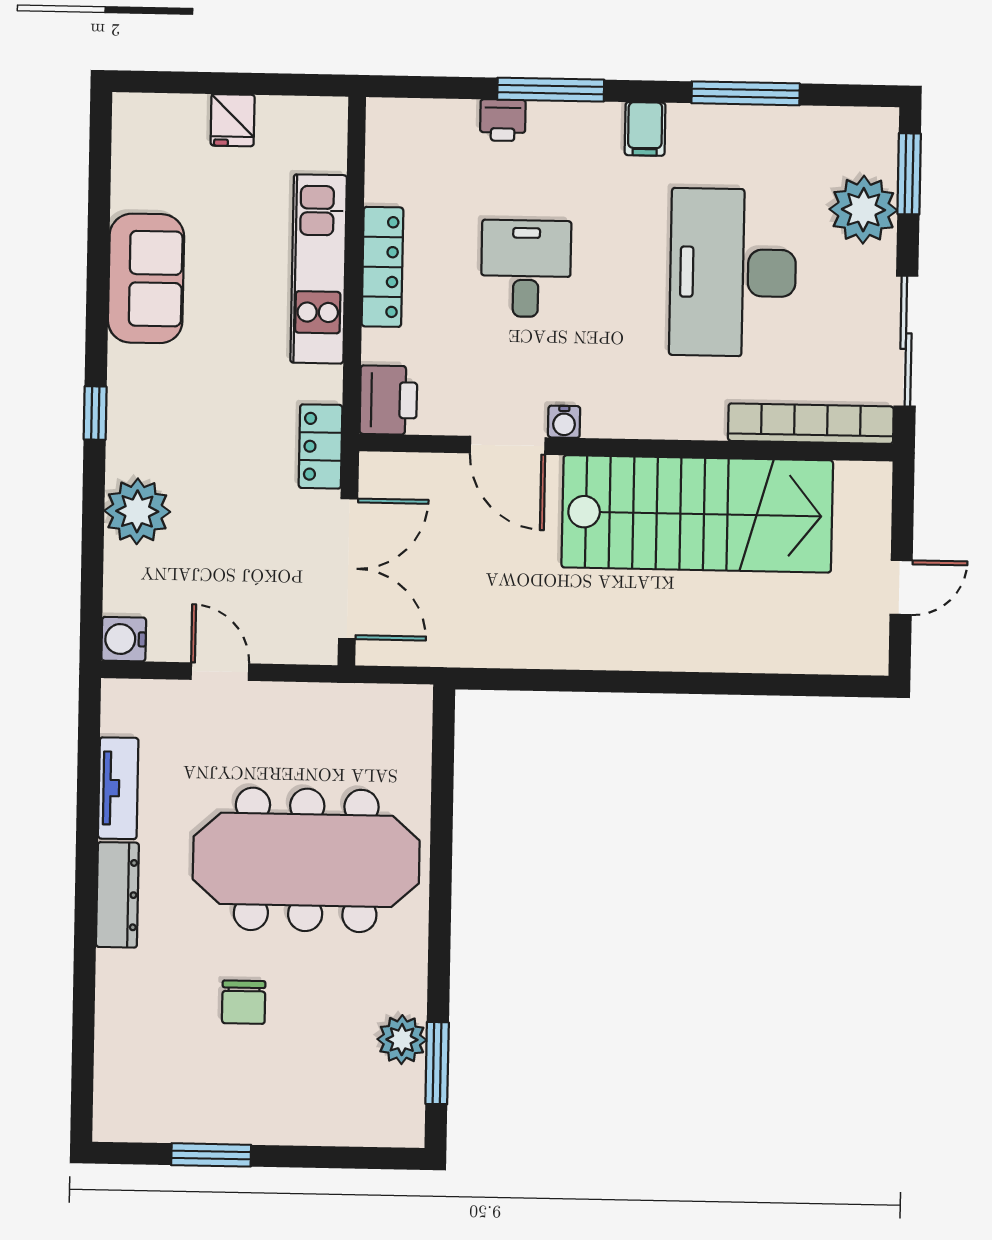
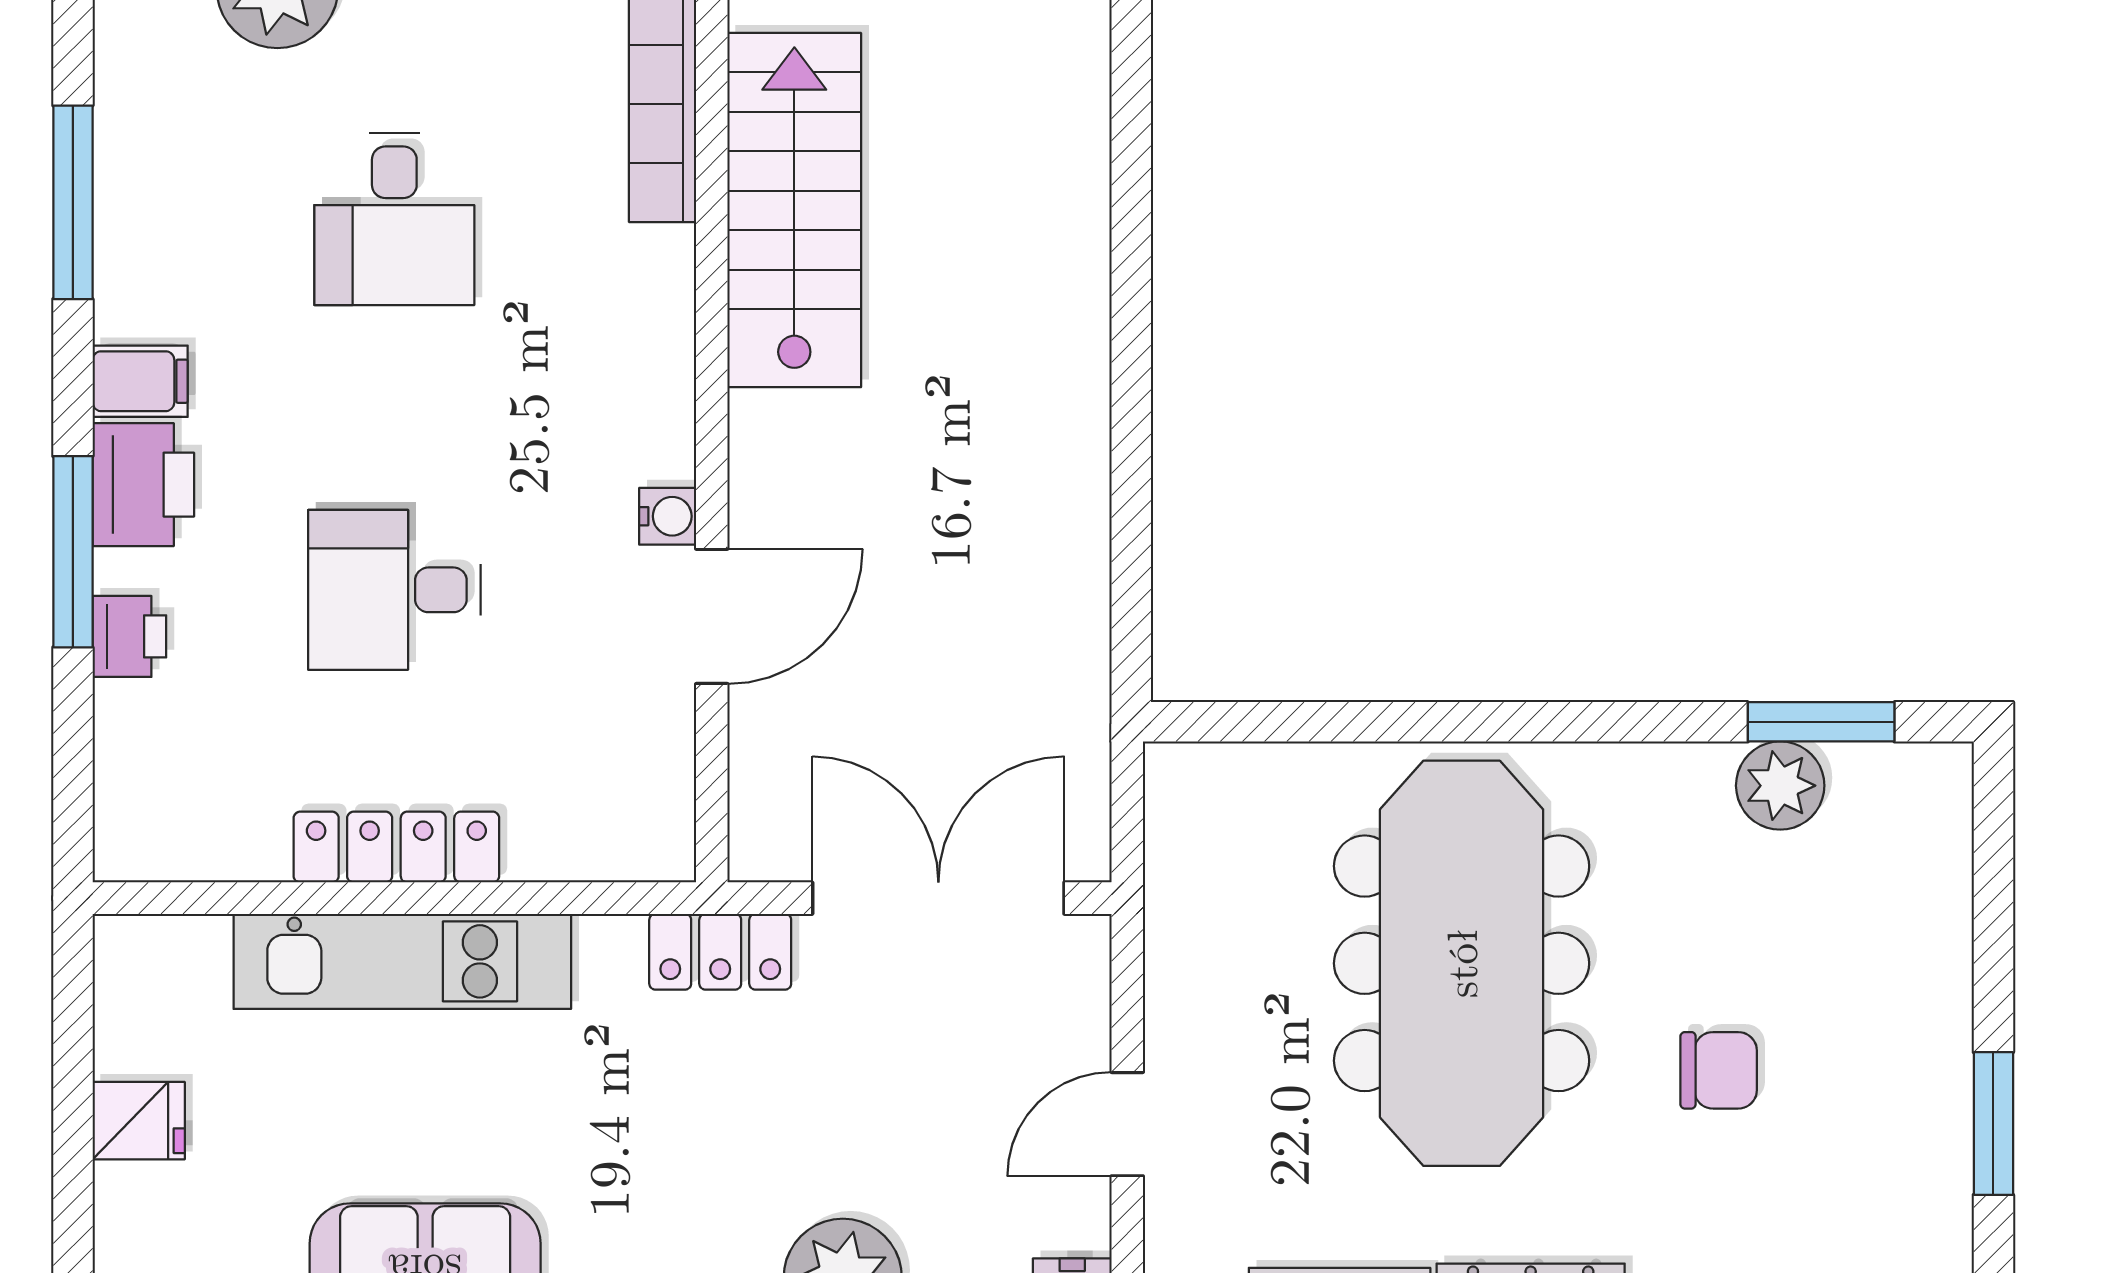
desk: (733, 272) -> (394, 219), width x0.53, depth x0.77
printer: (388, 400) -> (143, 485), moved, turned 90
stairs: (697, 514) -> (794, 210), width x0.73, depth x0.66

